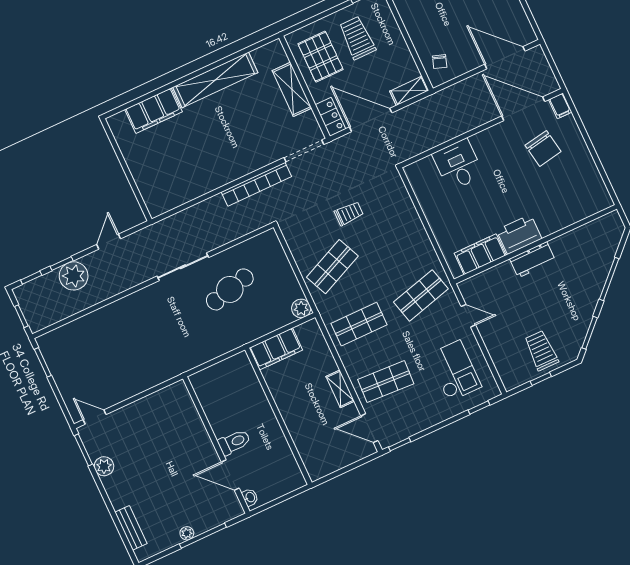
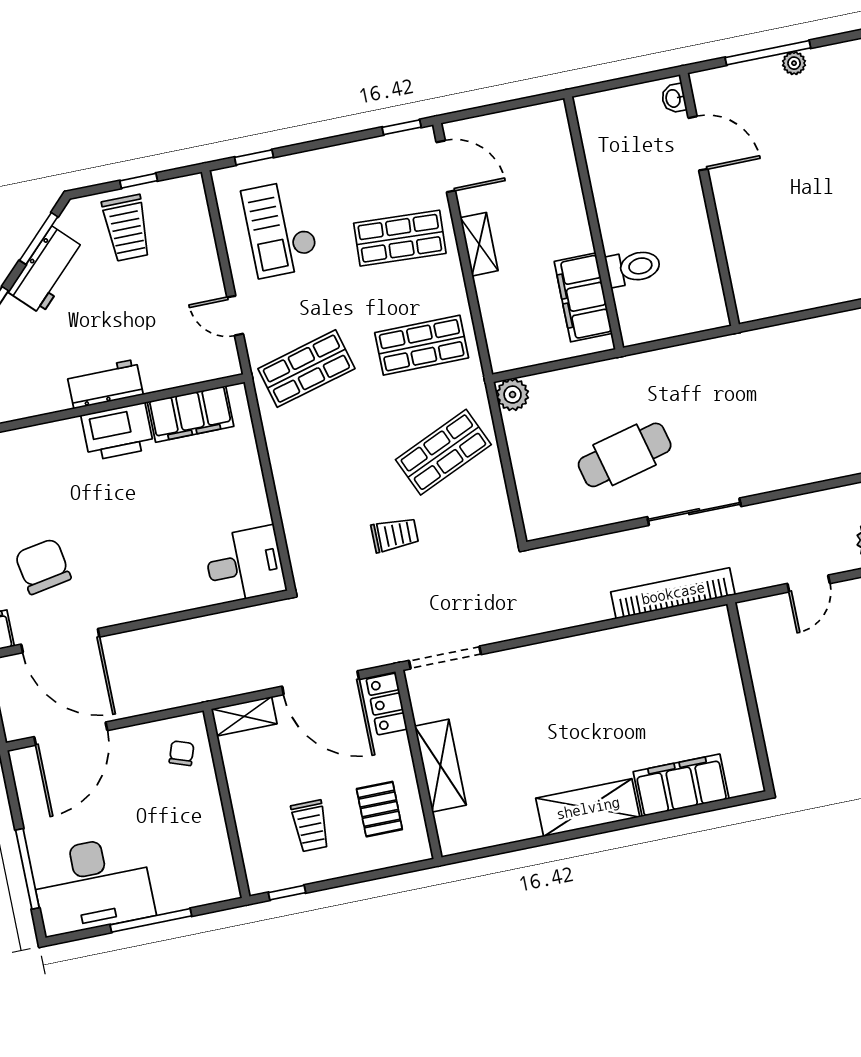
trolley: (357, 38) -> (310, 826), width x0.73, depth x0.72
pallet: (321, 57) -> (379, 809), width x0.67, depth x0.71
door: (505, 58) -> (71, 734), hinge flipped
shelving: (215, 80) -> (588, 808), width x0.68
desk: (458, 165) -> (245, 565), moved, turned -90
bookcase: (256, 184) -> (673, 593), moved
trolley: (349, 213) -> (395, 535), turned 180
workbench: (581, 316) -> (47, 270), added
filing cabinet: (276, 349) -> (583, 297), moved, turned -90
toilet: (234, 442) -> (633, 267), moved, turned 180

